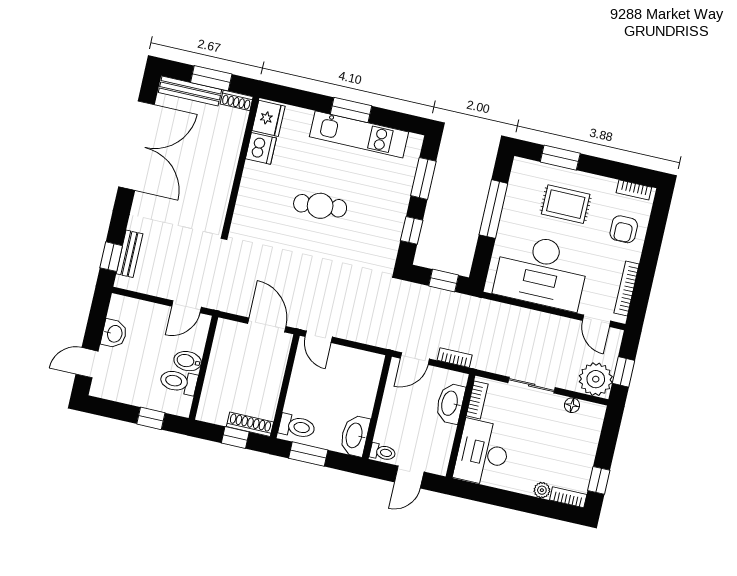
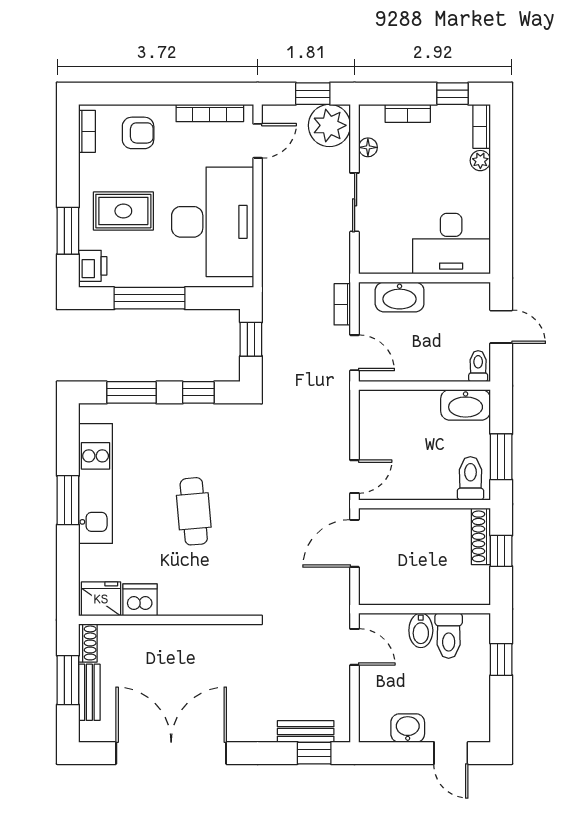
bench: (190, 91) -> (89, 692), width x0.73
printer: (529, 171) -> (93, 266), added
rug: (566, 204) -> (123, 211), turned 90
bookcase: (477, 400) -> (408, 113), moved, turned 180

